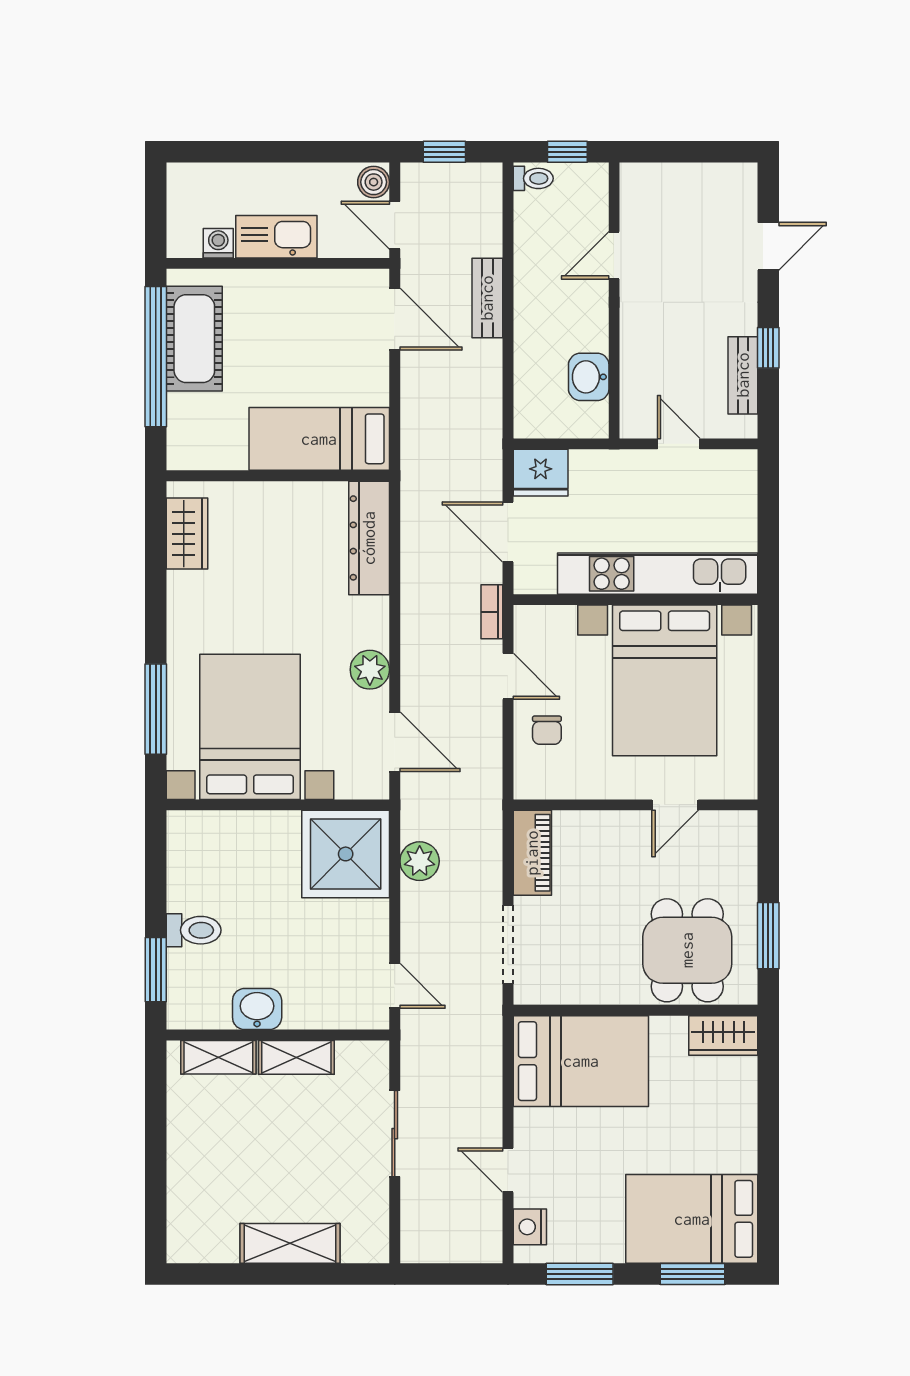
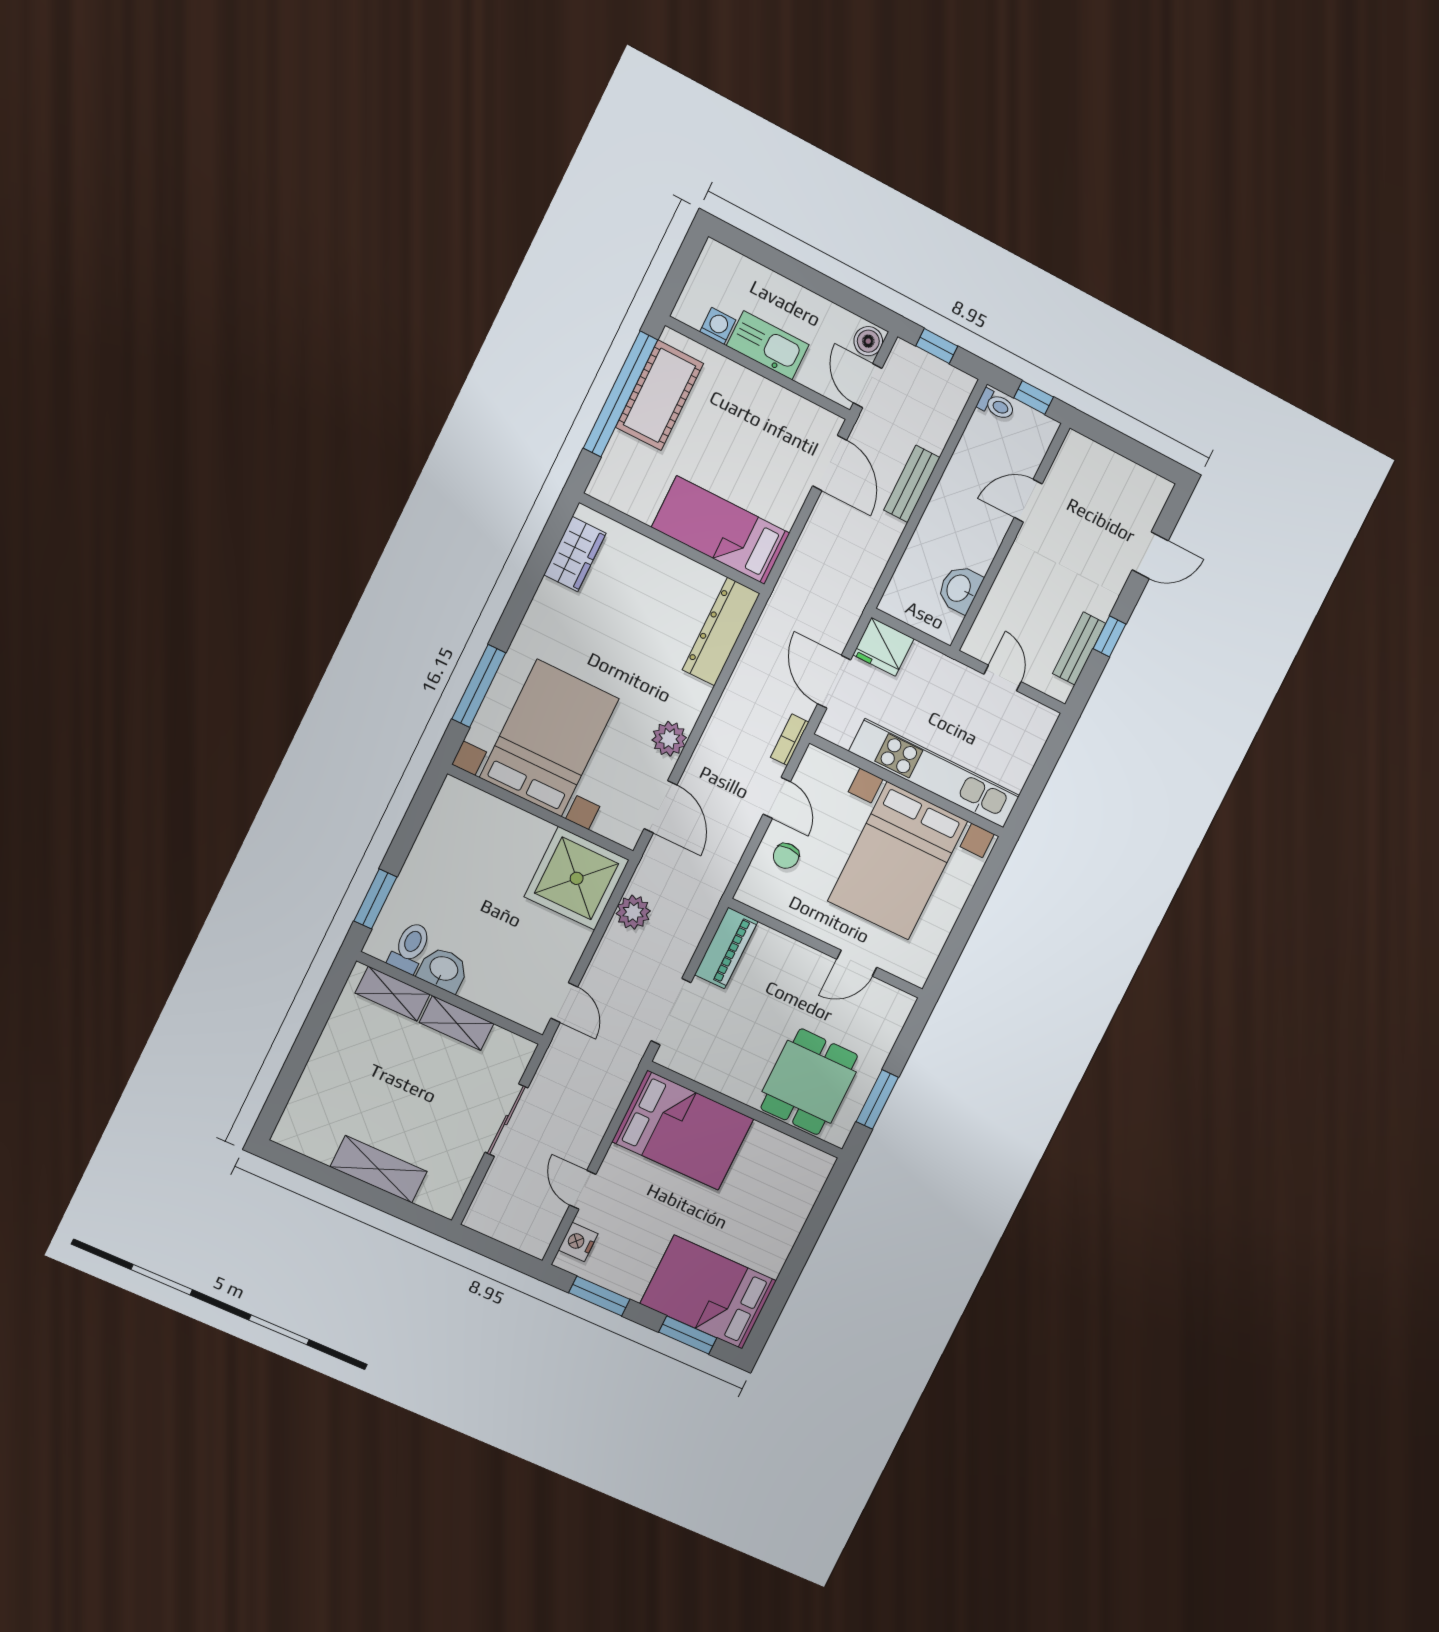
toilet: (194, 930) -> (410, 948), moved, turned -90
wardrobe: (723, 1035) -> (804, 1161), removed

